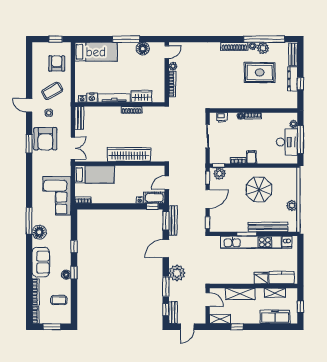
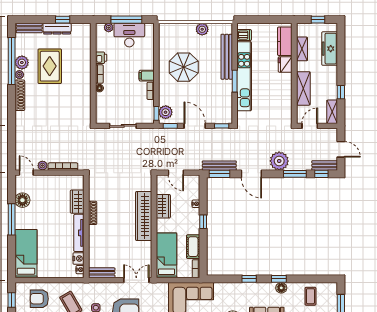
printer: (222, 117) -> (101, 58), moved
wardrobe: (137, 172) -> (163, 206), added
cot: (154, 198) -> (193, 247), moved
window: (152, 206) -> (203, 222), moved

